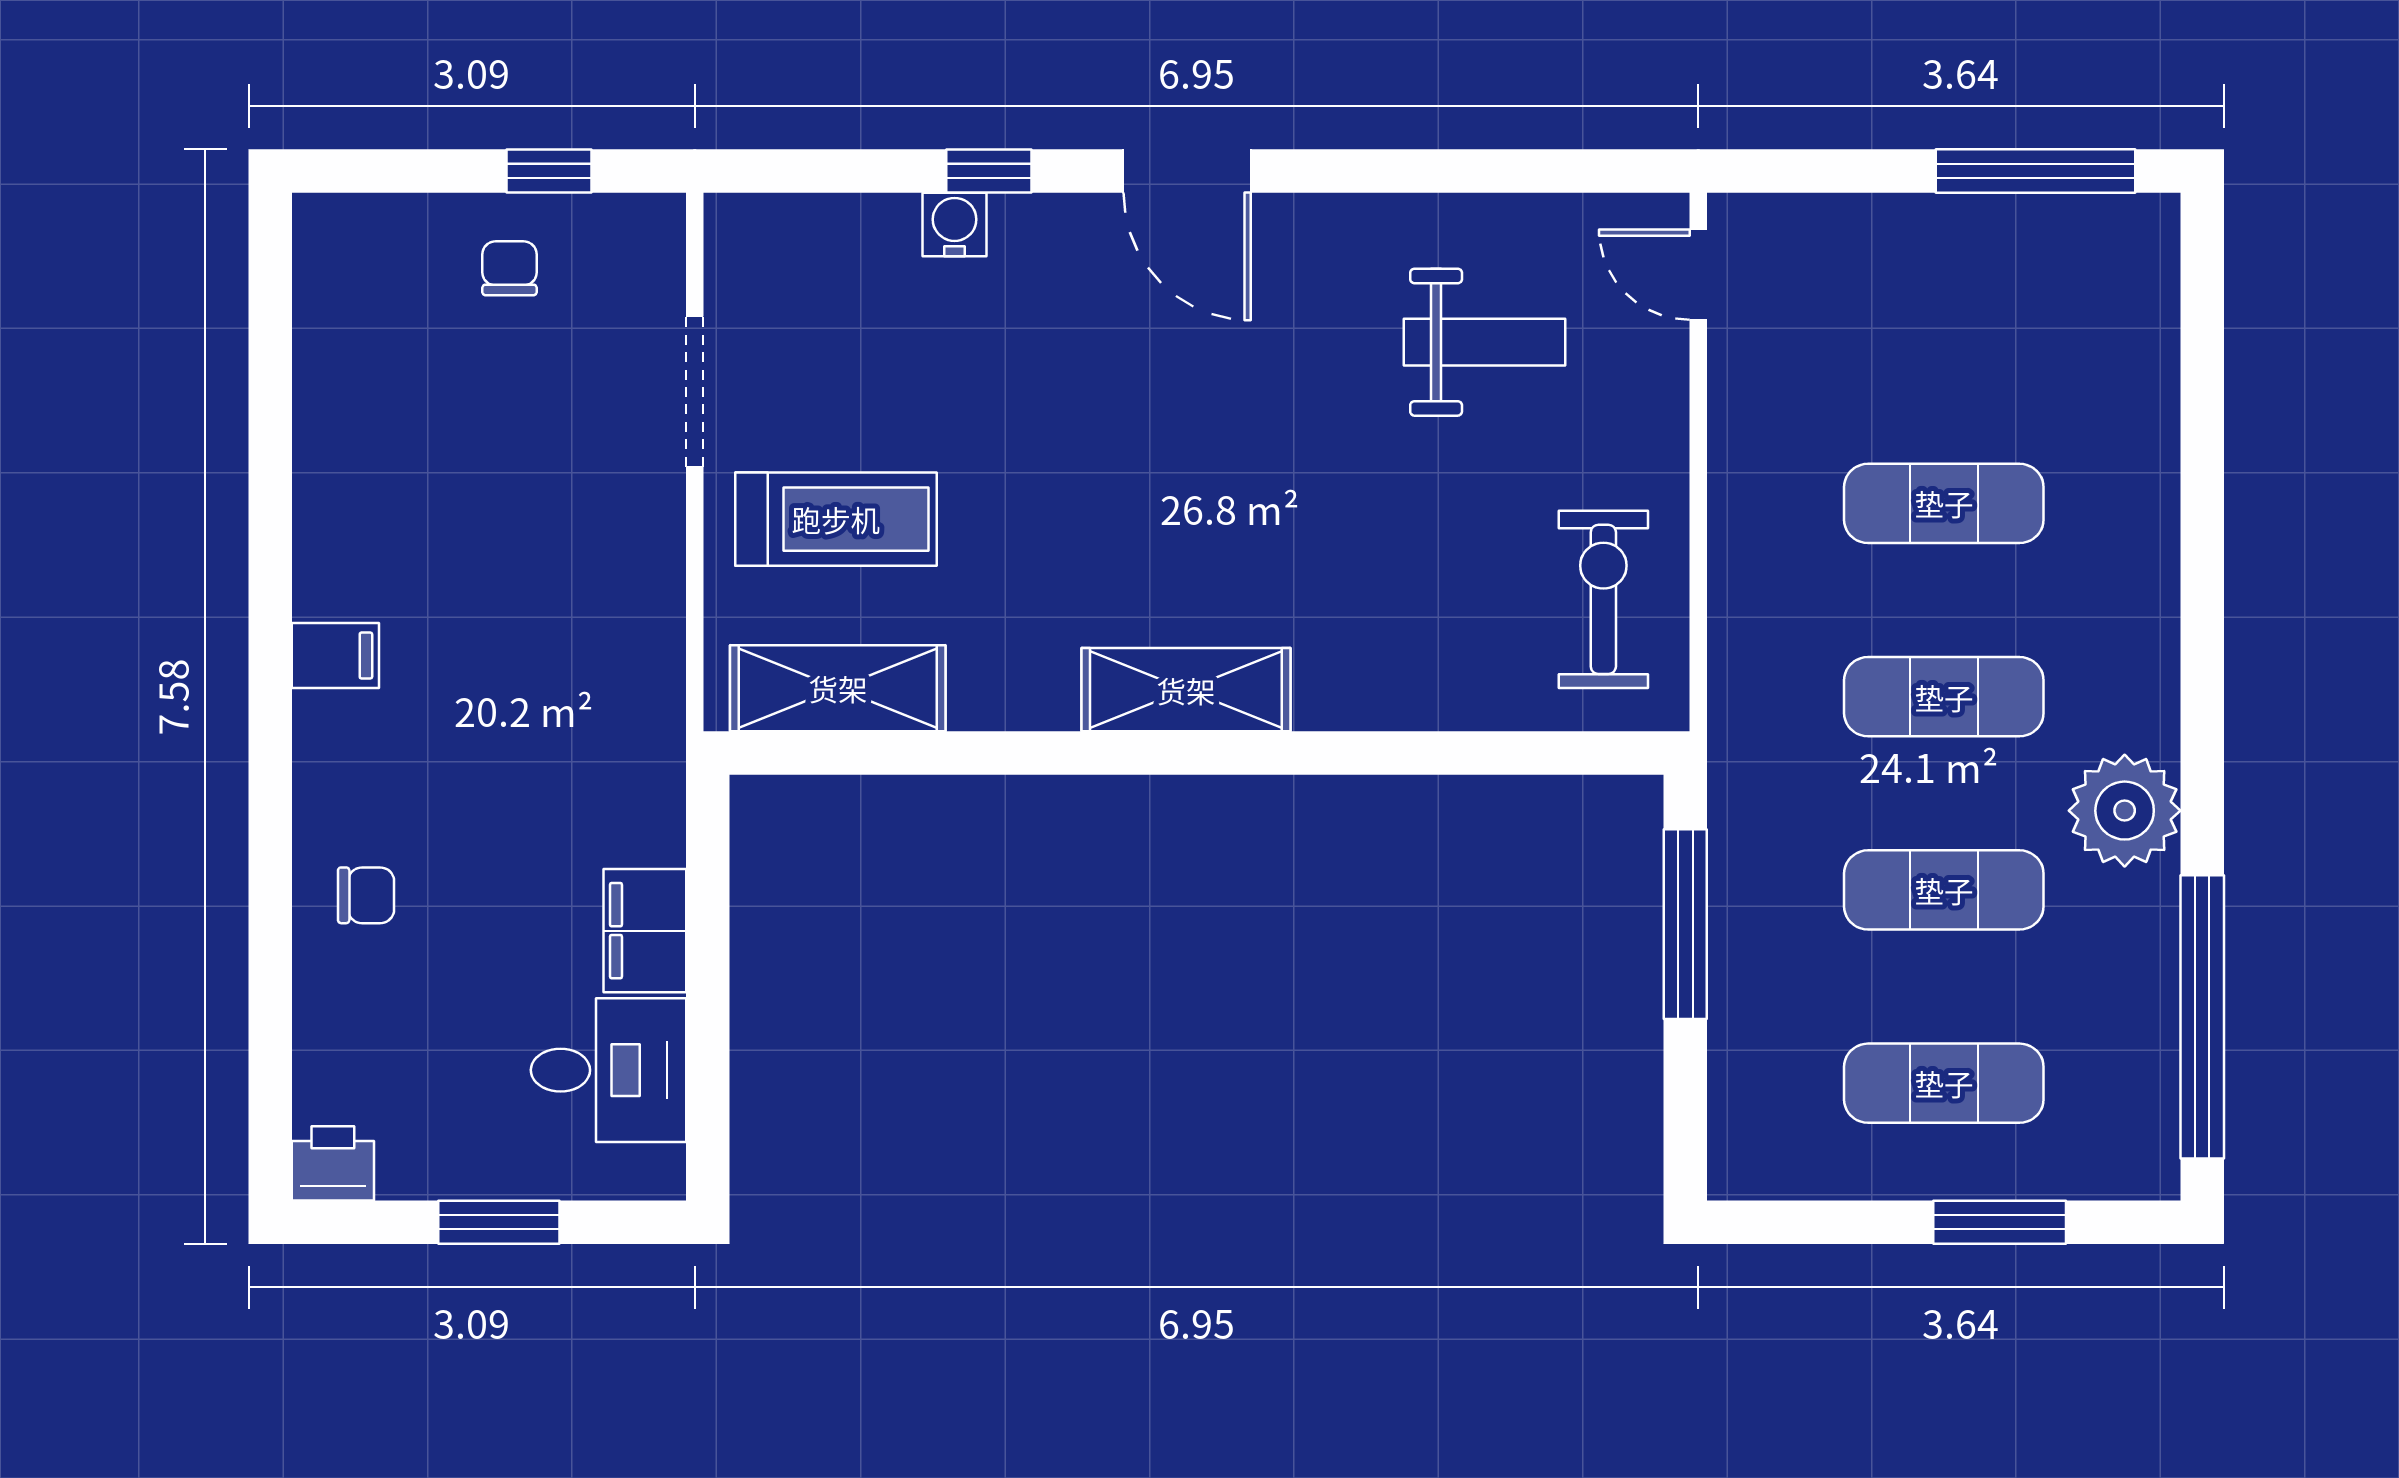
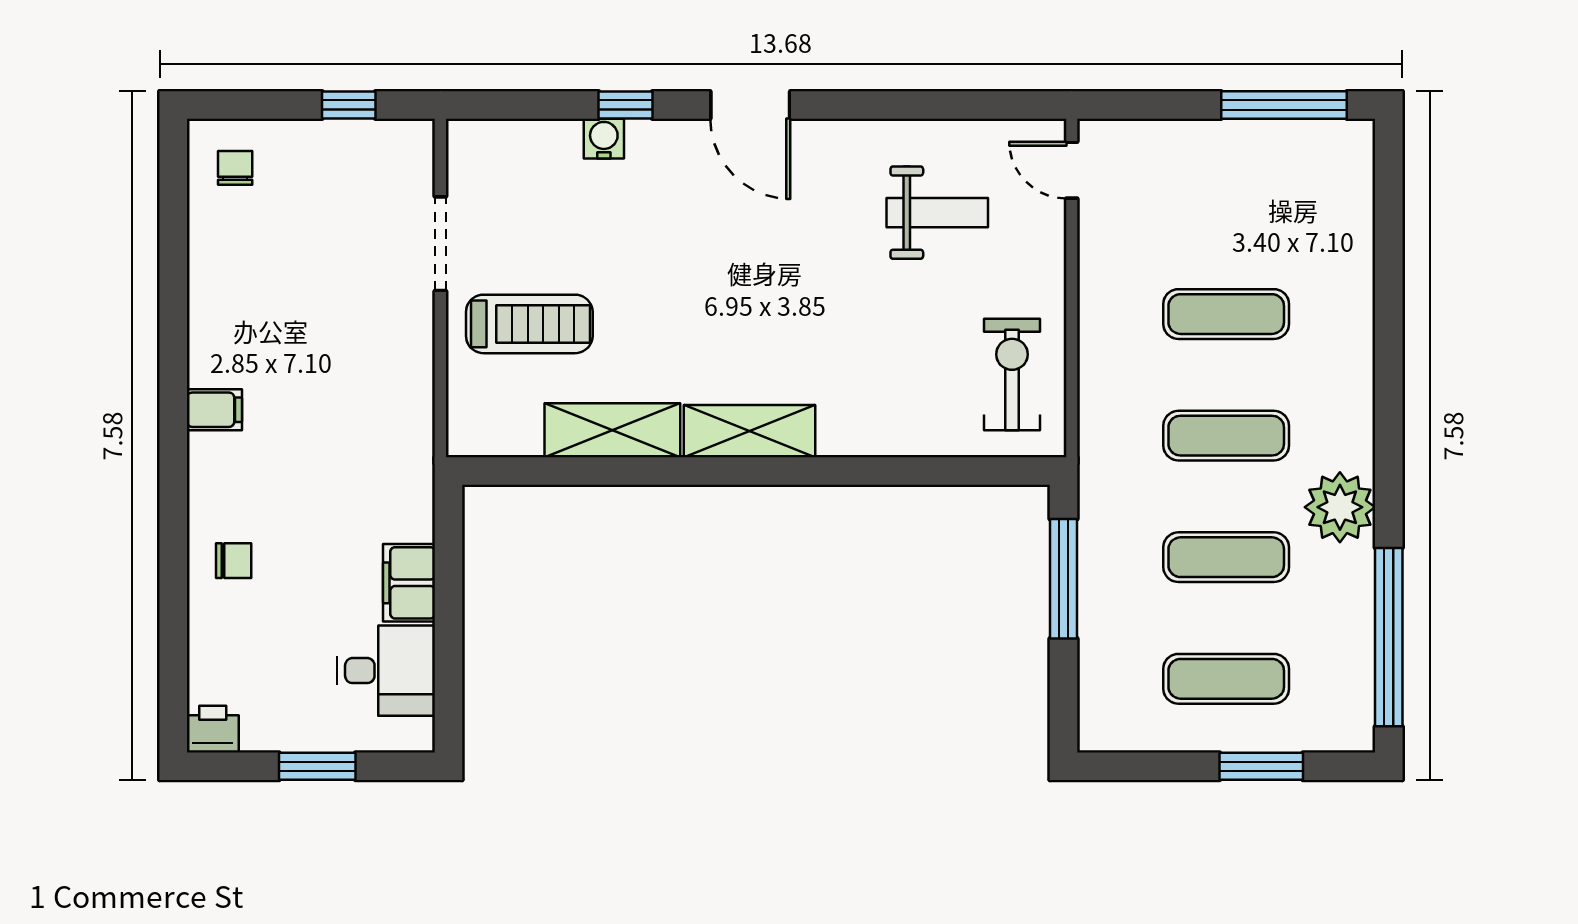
chair: (510, 268) -> (235, 168), moved
shelving: (838, 688) -> (612, 430), moved

